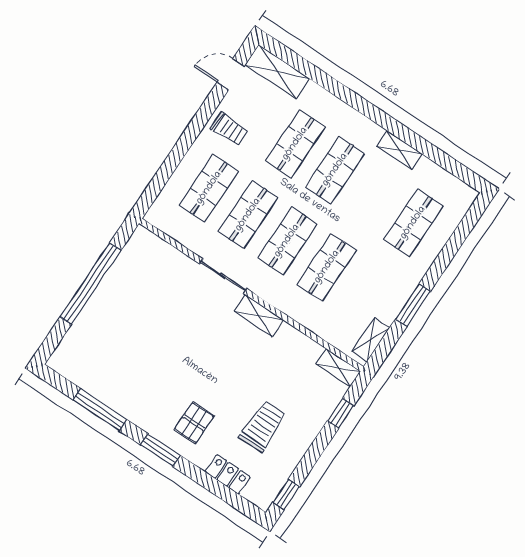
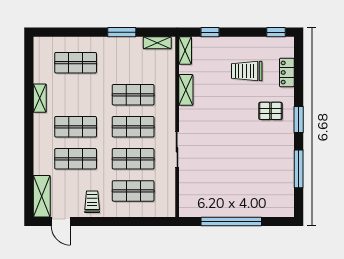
shelving: (259, 316) -> (186, 90), moved

